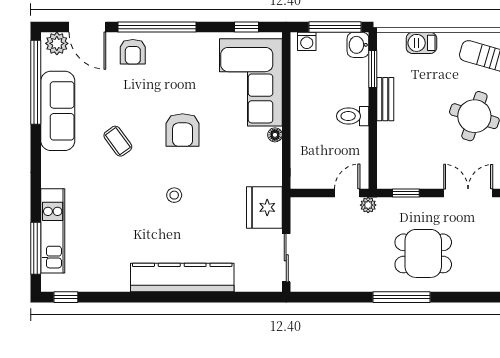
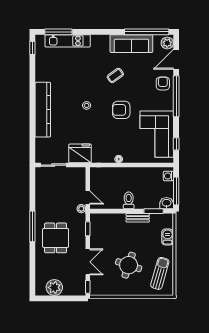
armchair: (133, 52) -> (163, 83), turned 90
corner sofa: (251, 82) -> (157, 134), moved, turned -90

